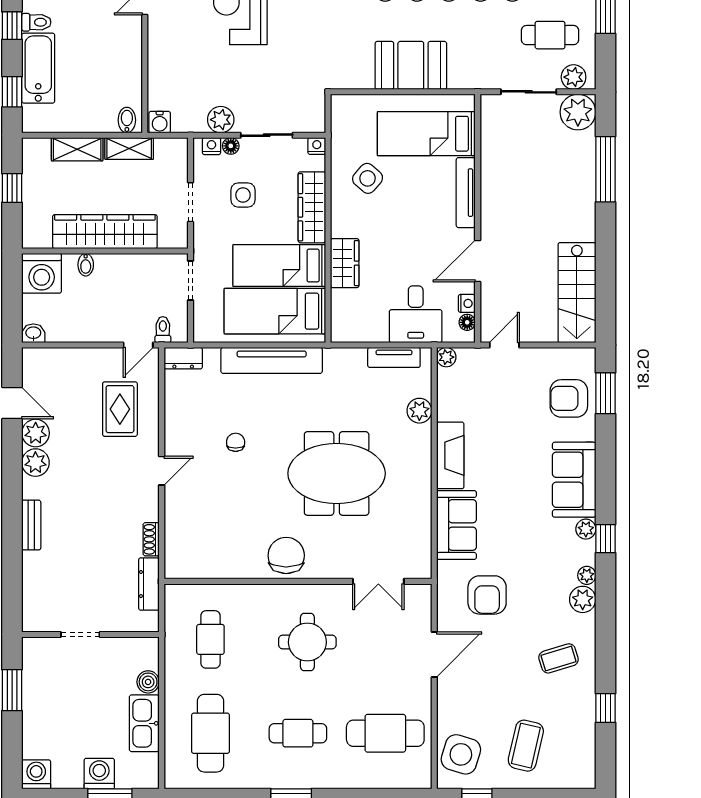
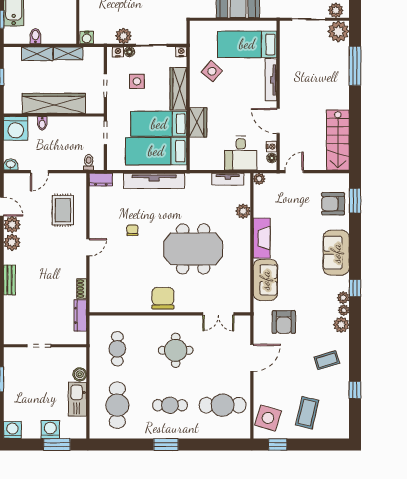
bidet: (127, 120) -> (35, 36), moved
door: (478, 261) -> (278, 121), hinge flipped
door: (138, 345) -> (39, 172), moved
plant: (586, 529) -> (343, 298), moved

